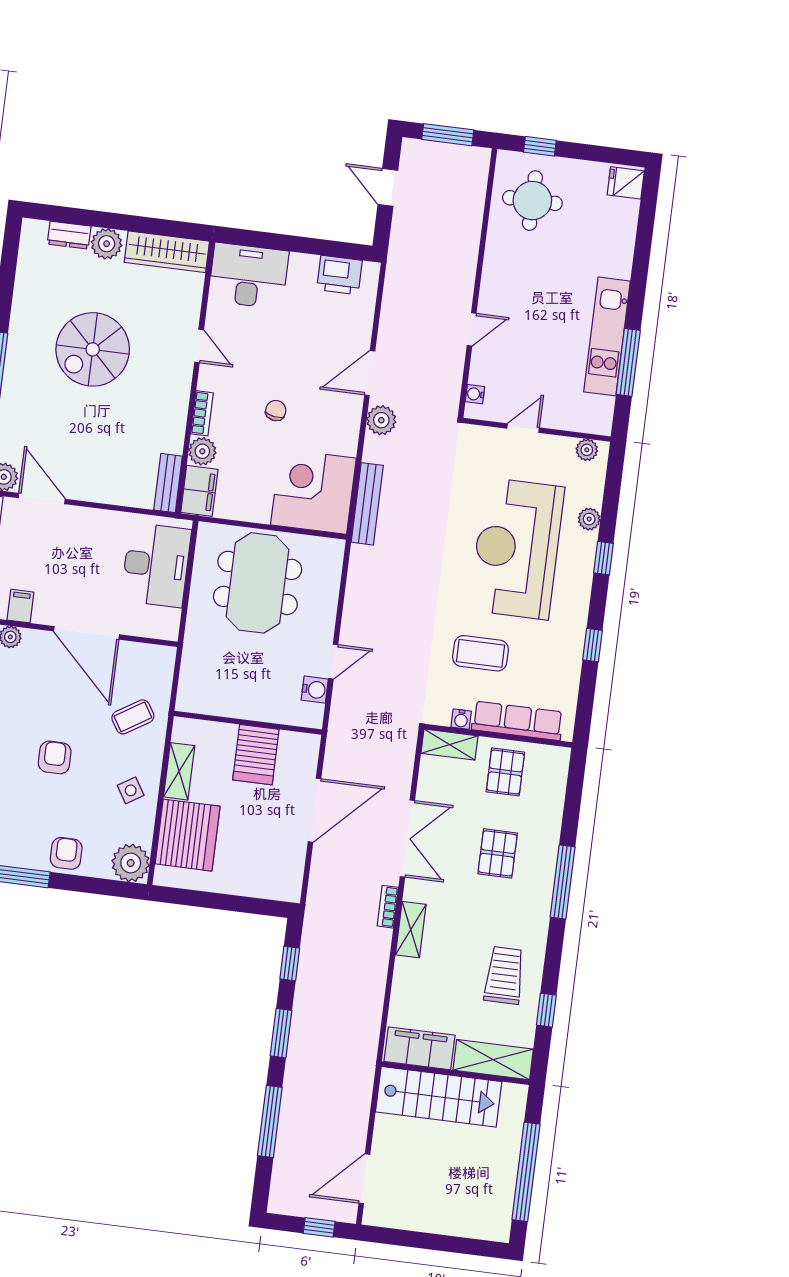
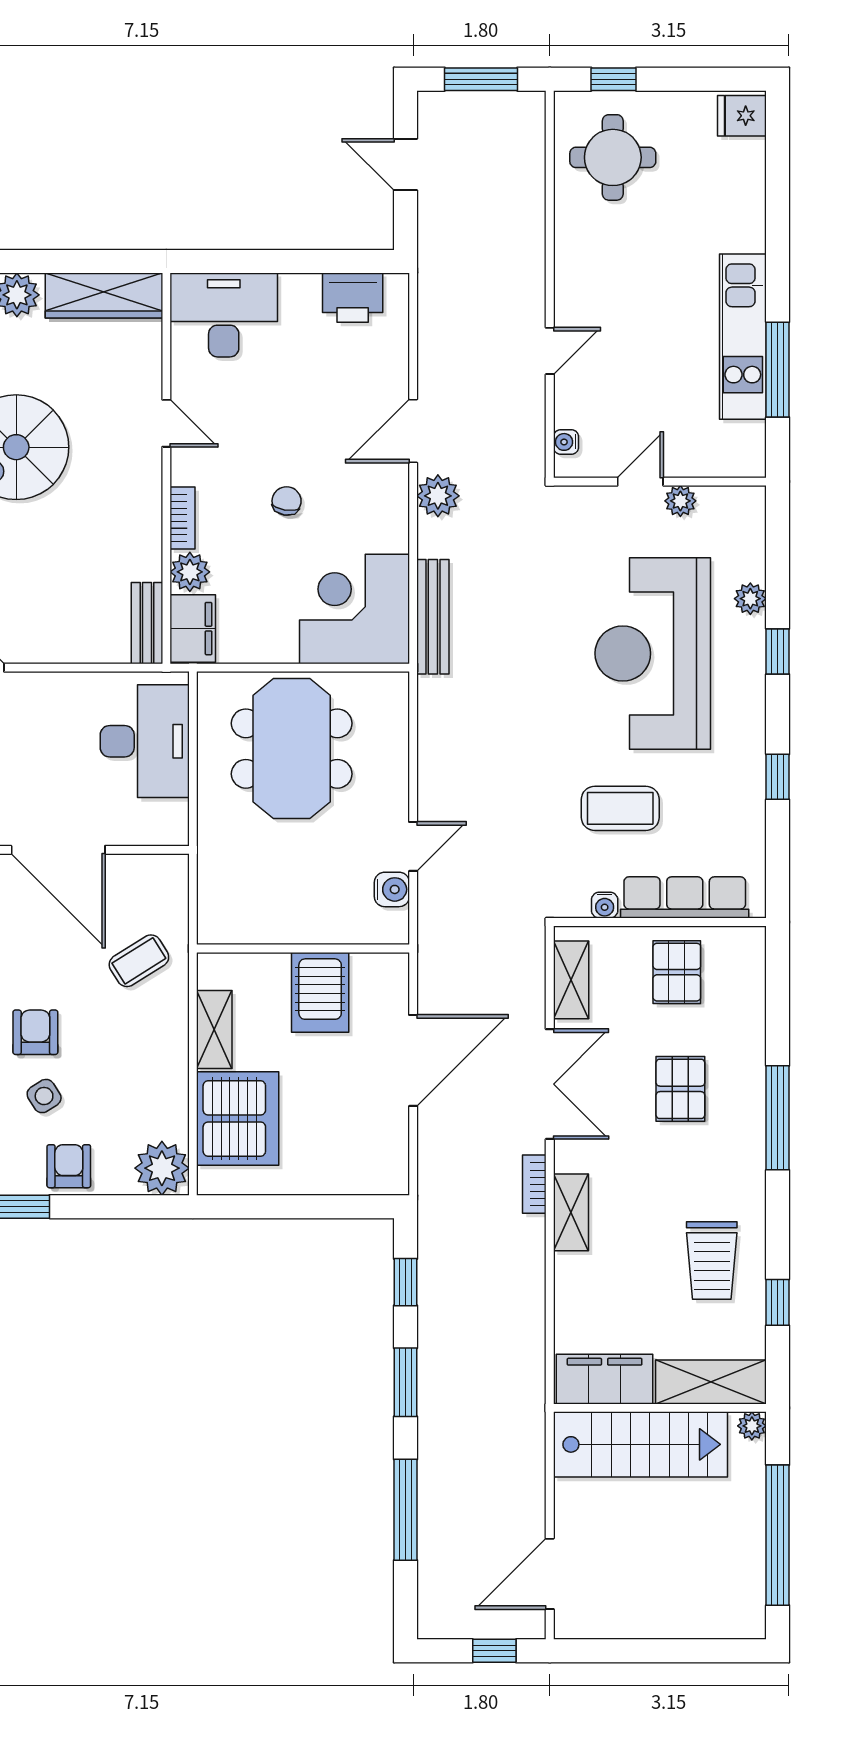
plant: (587, 450) -> (680, 501), moved
shelving: (449, 745) -> (571, 980), moved, turned 90
side table: (131, 790) -> (44, 1096), moved
trolley: (504, 975) -> (712, 1261), turned 180
plant: (518, 1094) -> (752, 1426), added

